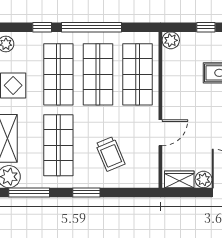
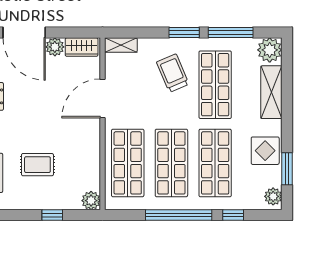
door: (160, 133) -> (103, 98), width x1.36
trolley: (110, 154) -> (173, 73), moved
shelving: (144, 181) -> (121, 45), added
window: (29, 192) -> (231, 33), moved

